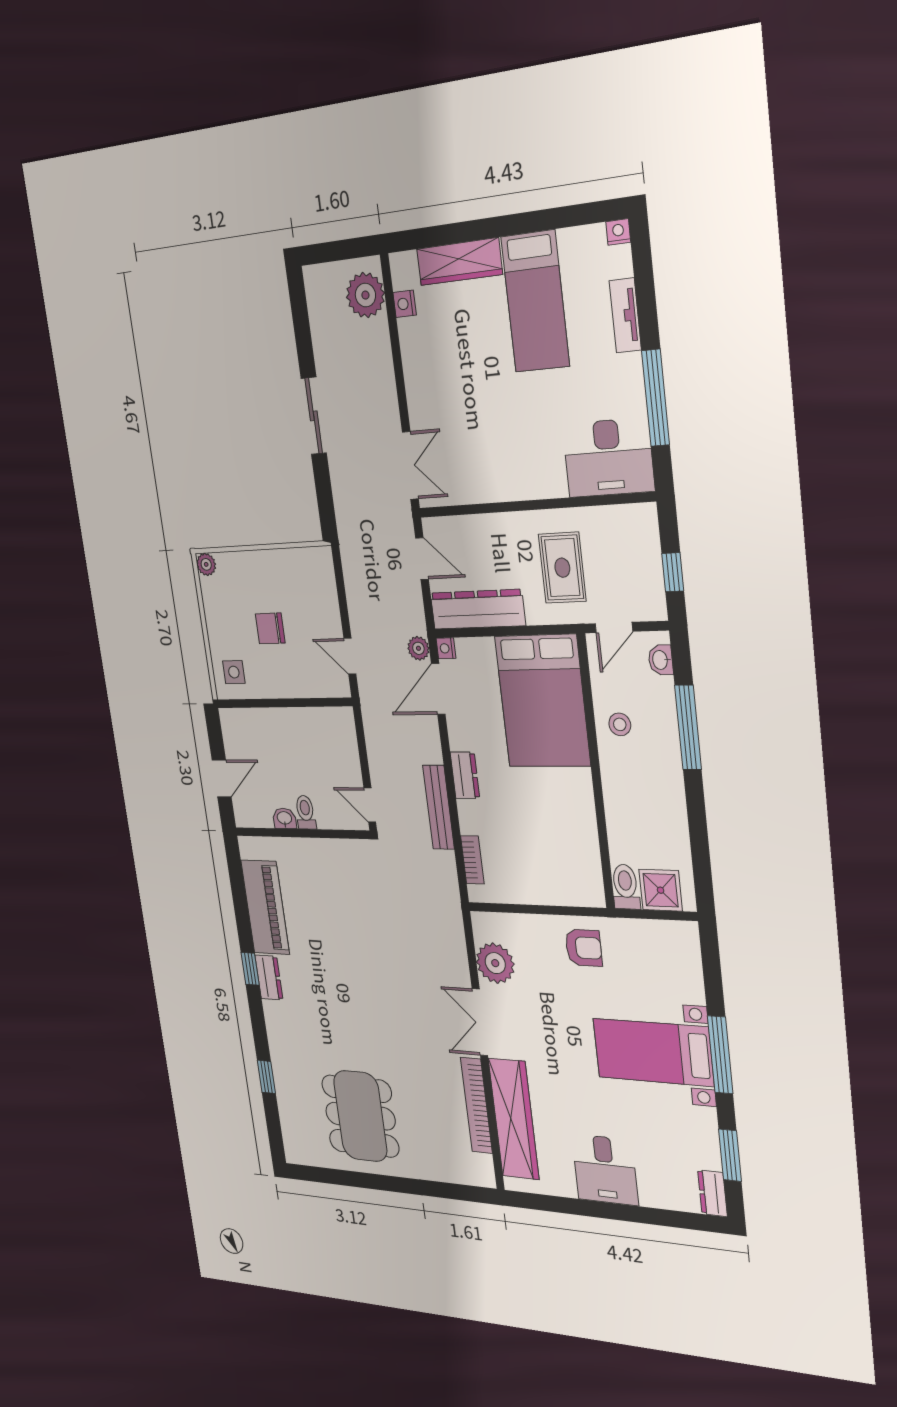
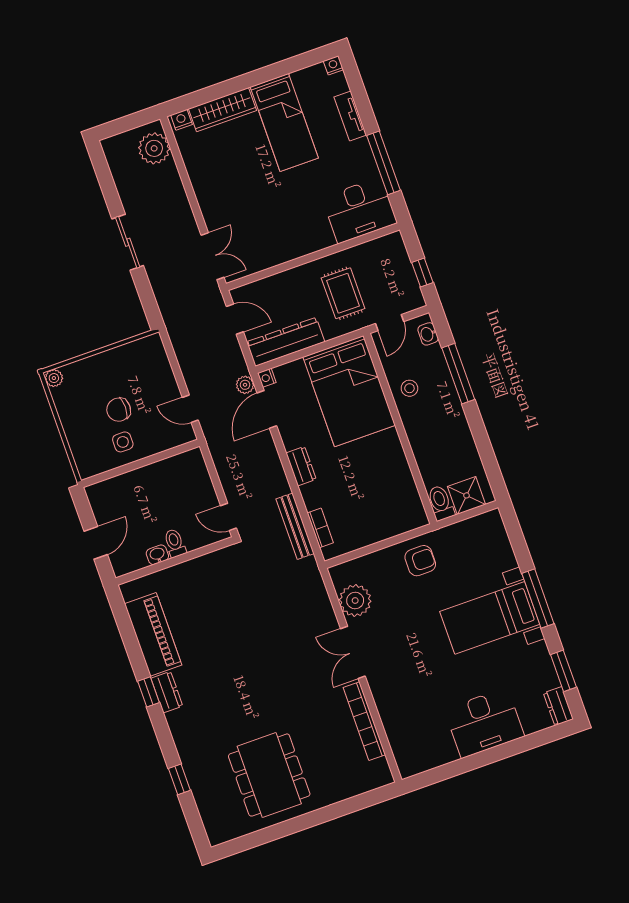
nightstand: (405, 304) -> (181, 120), moved, turned 90
side table: (234, 672) -> (123, 442), moved
bench: (438, 807) -> (295, 526), moved
wardrobe: (514, 1119) -> (396, 718), removed
desk: (605, 1170) -> (484, 723), width x1.37

